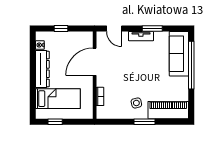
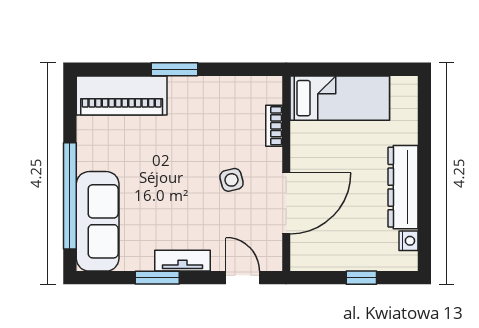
bed: (58, 99) -> (340, 98), moved, turned 180
side table: (136, 103) -> (232, 180), moved
window: (55, 122) -> (374, 69), removed

